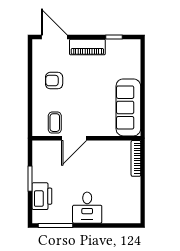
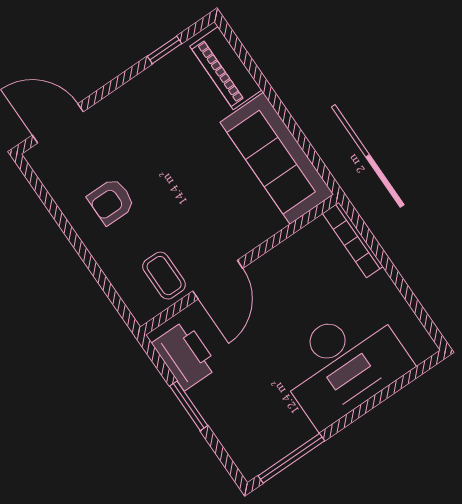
piano: (87, 47) -> (226, 68), moved, turned 90
printer: (42, 196) -> (185, 355), moved
desk: (87, 208) -> (343, 364), width x1.87, depth x1.30

